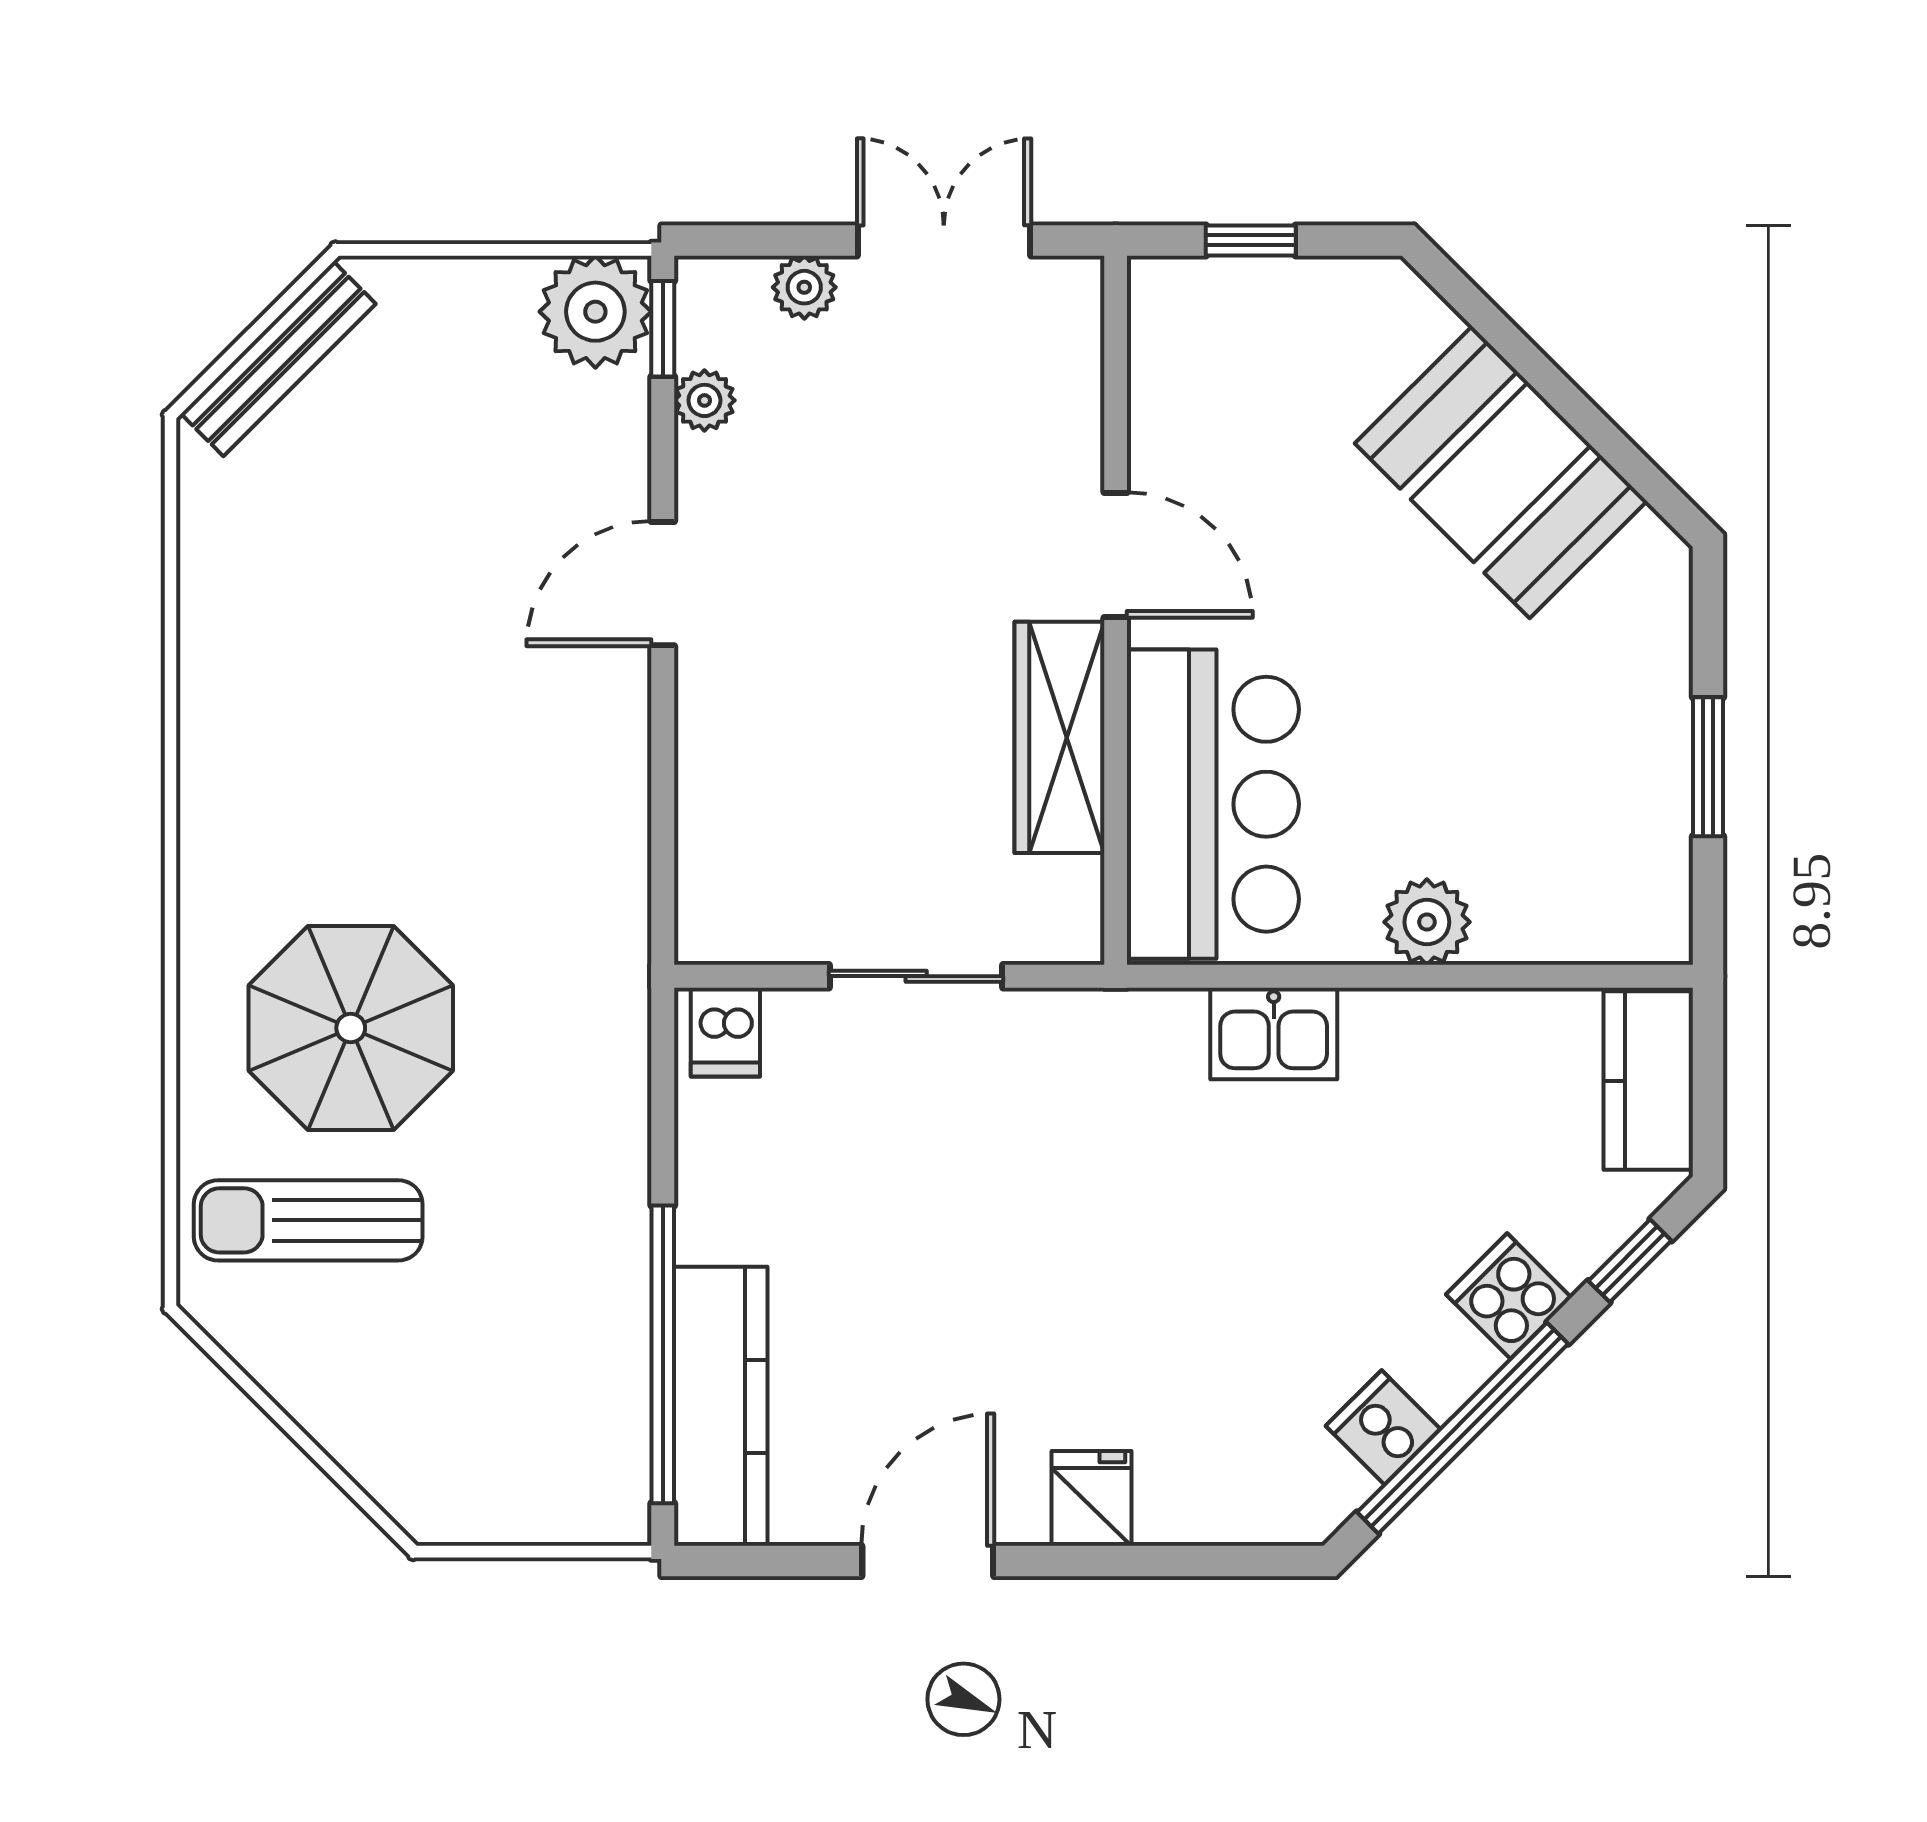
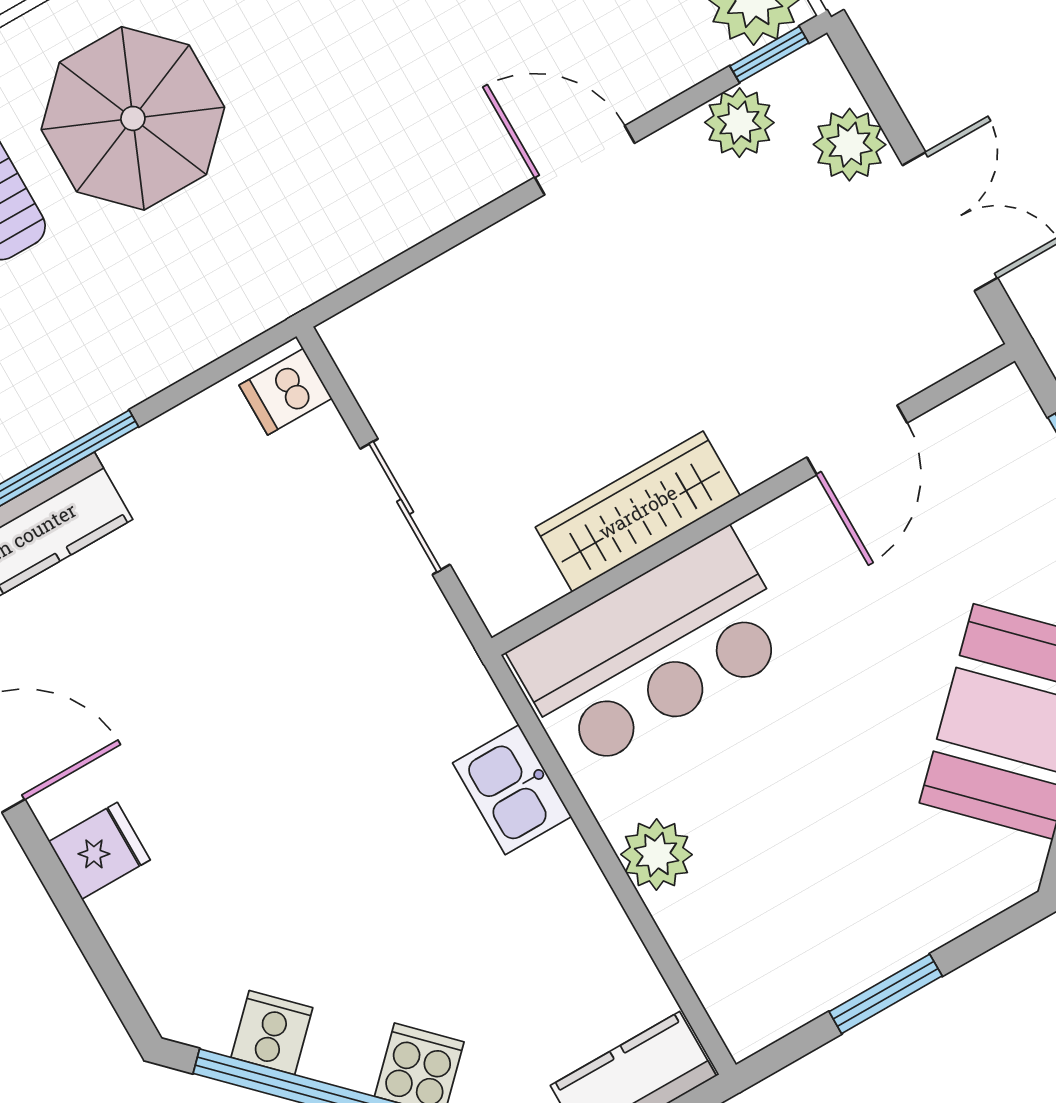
plant: (804, 287) -> (850, 145), width x1.38, depth x1.38
plant: (704, 400) -> (739, 123), width x1.38, depth x1.38
door: (1116, 555) -> (857, 440), moved

